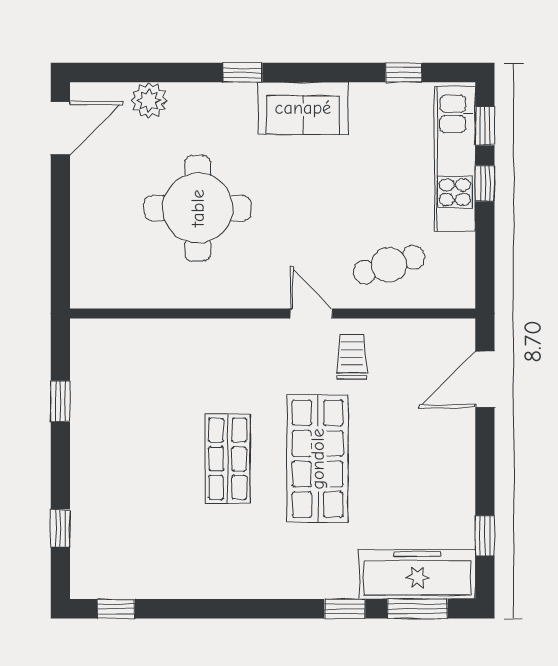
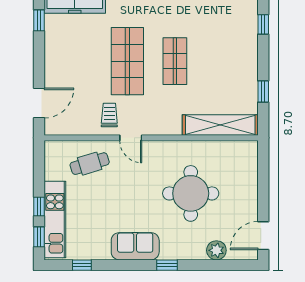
shelving: (142, 338) -> (220, 125), added
trolley: (352, 357) -> (109, 115), turned 180

